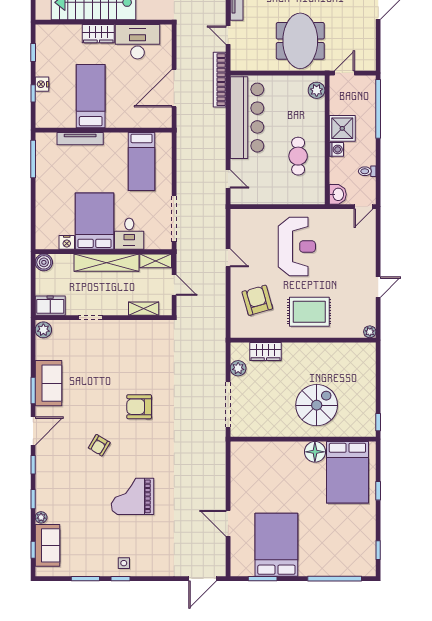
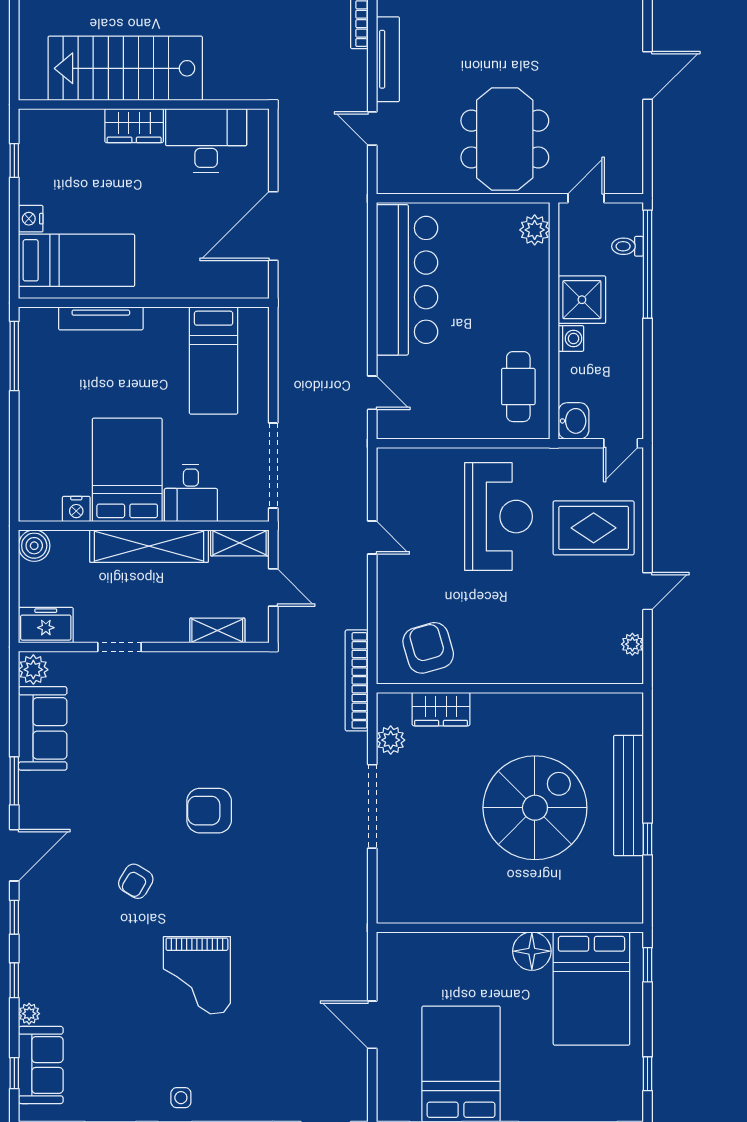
bookcase: (220, 80) -> (357, 680), moved
window: (33, 93) -> (14, 235), removed
bed: (91, 96) -> (77, 260), moved, turned 90
cafe table: (298, 156) -> (518, 387), moved
toilet: (367, 171) -> (628, 246), moved
armchair: (257, 300) -> (428, 648), moved
rug: (309, 312) -> (594, 528), moved
plant: (370, 332) -> (632, 644), moved
sofa: (48, 383) -> (43, 728), moved
bench: (368, 399) -> (629, 796), added
spiral stairs: (317, 405) -> (535, 808), width x1.37, depth x1.37
wall: (303, 439) -> (510, 928), moved
floor lamp: (315, 452) -> (532, 951), moved
bed: (347, 472) -> (591, 989), moved
grand piano: (133, 496) -> (197, 975), turned -90

